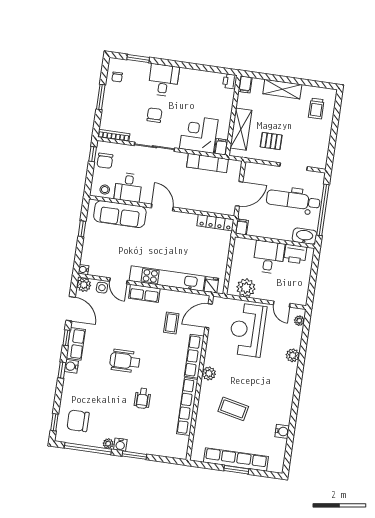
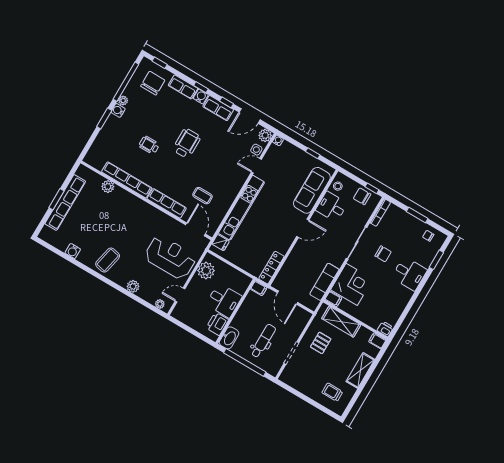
dental chair: (293, 200) -> (263, 341), width x0.73, depth x0.72
row of seats: (144, 293) -> (183, 87), moved, turned -90
plant: (209, 373) -> (108, 187), moved
coffee table: (233, 409) -> (108, 260), moved

